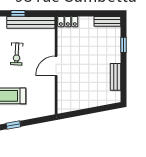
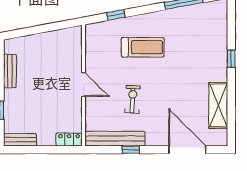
door: (56, 66) -> (84, 84), hinge flipped
window: (13, 125) -> (116, 15), moved

